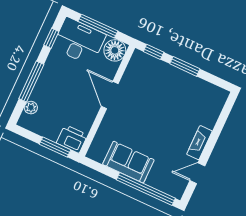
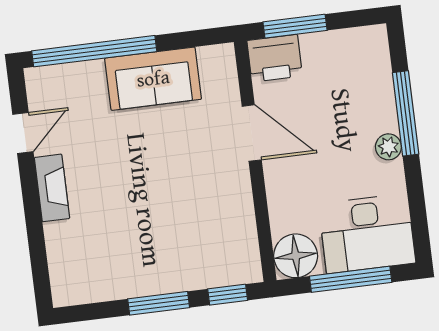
window: (51, 38) -> (417, 209), removed
door: (110, 95) -> (252, 133), moved
plant: (31, 108) -> (388, 147), moved

